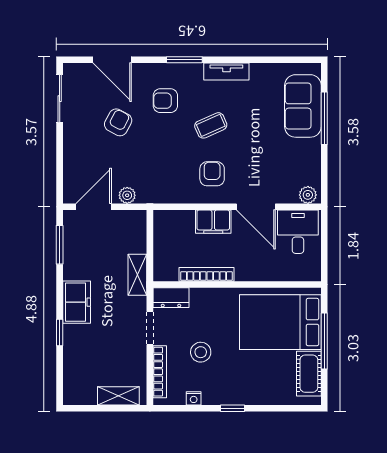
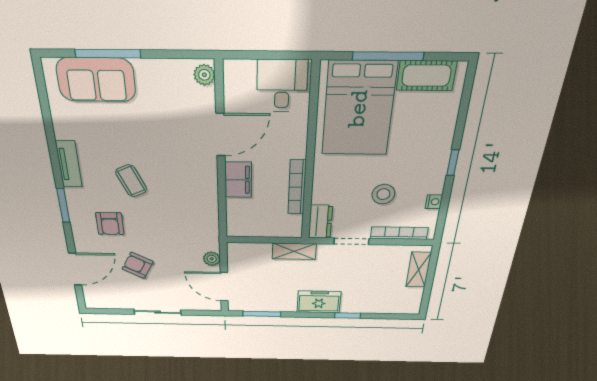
sliding door: (60, 99) -> (158, 312), moved
armchair: (212, 174) -> (185, 180), removed
desk: (298, 232) -> (282, 86), moved, turned 90

